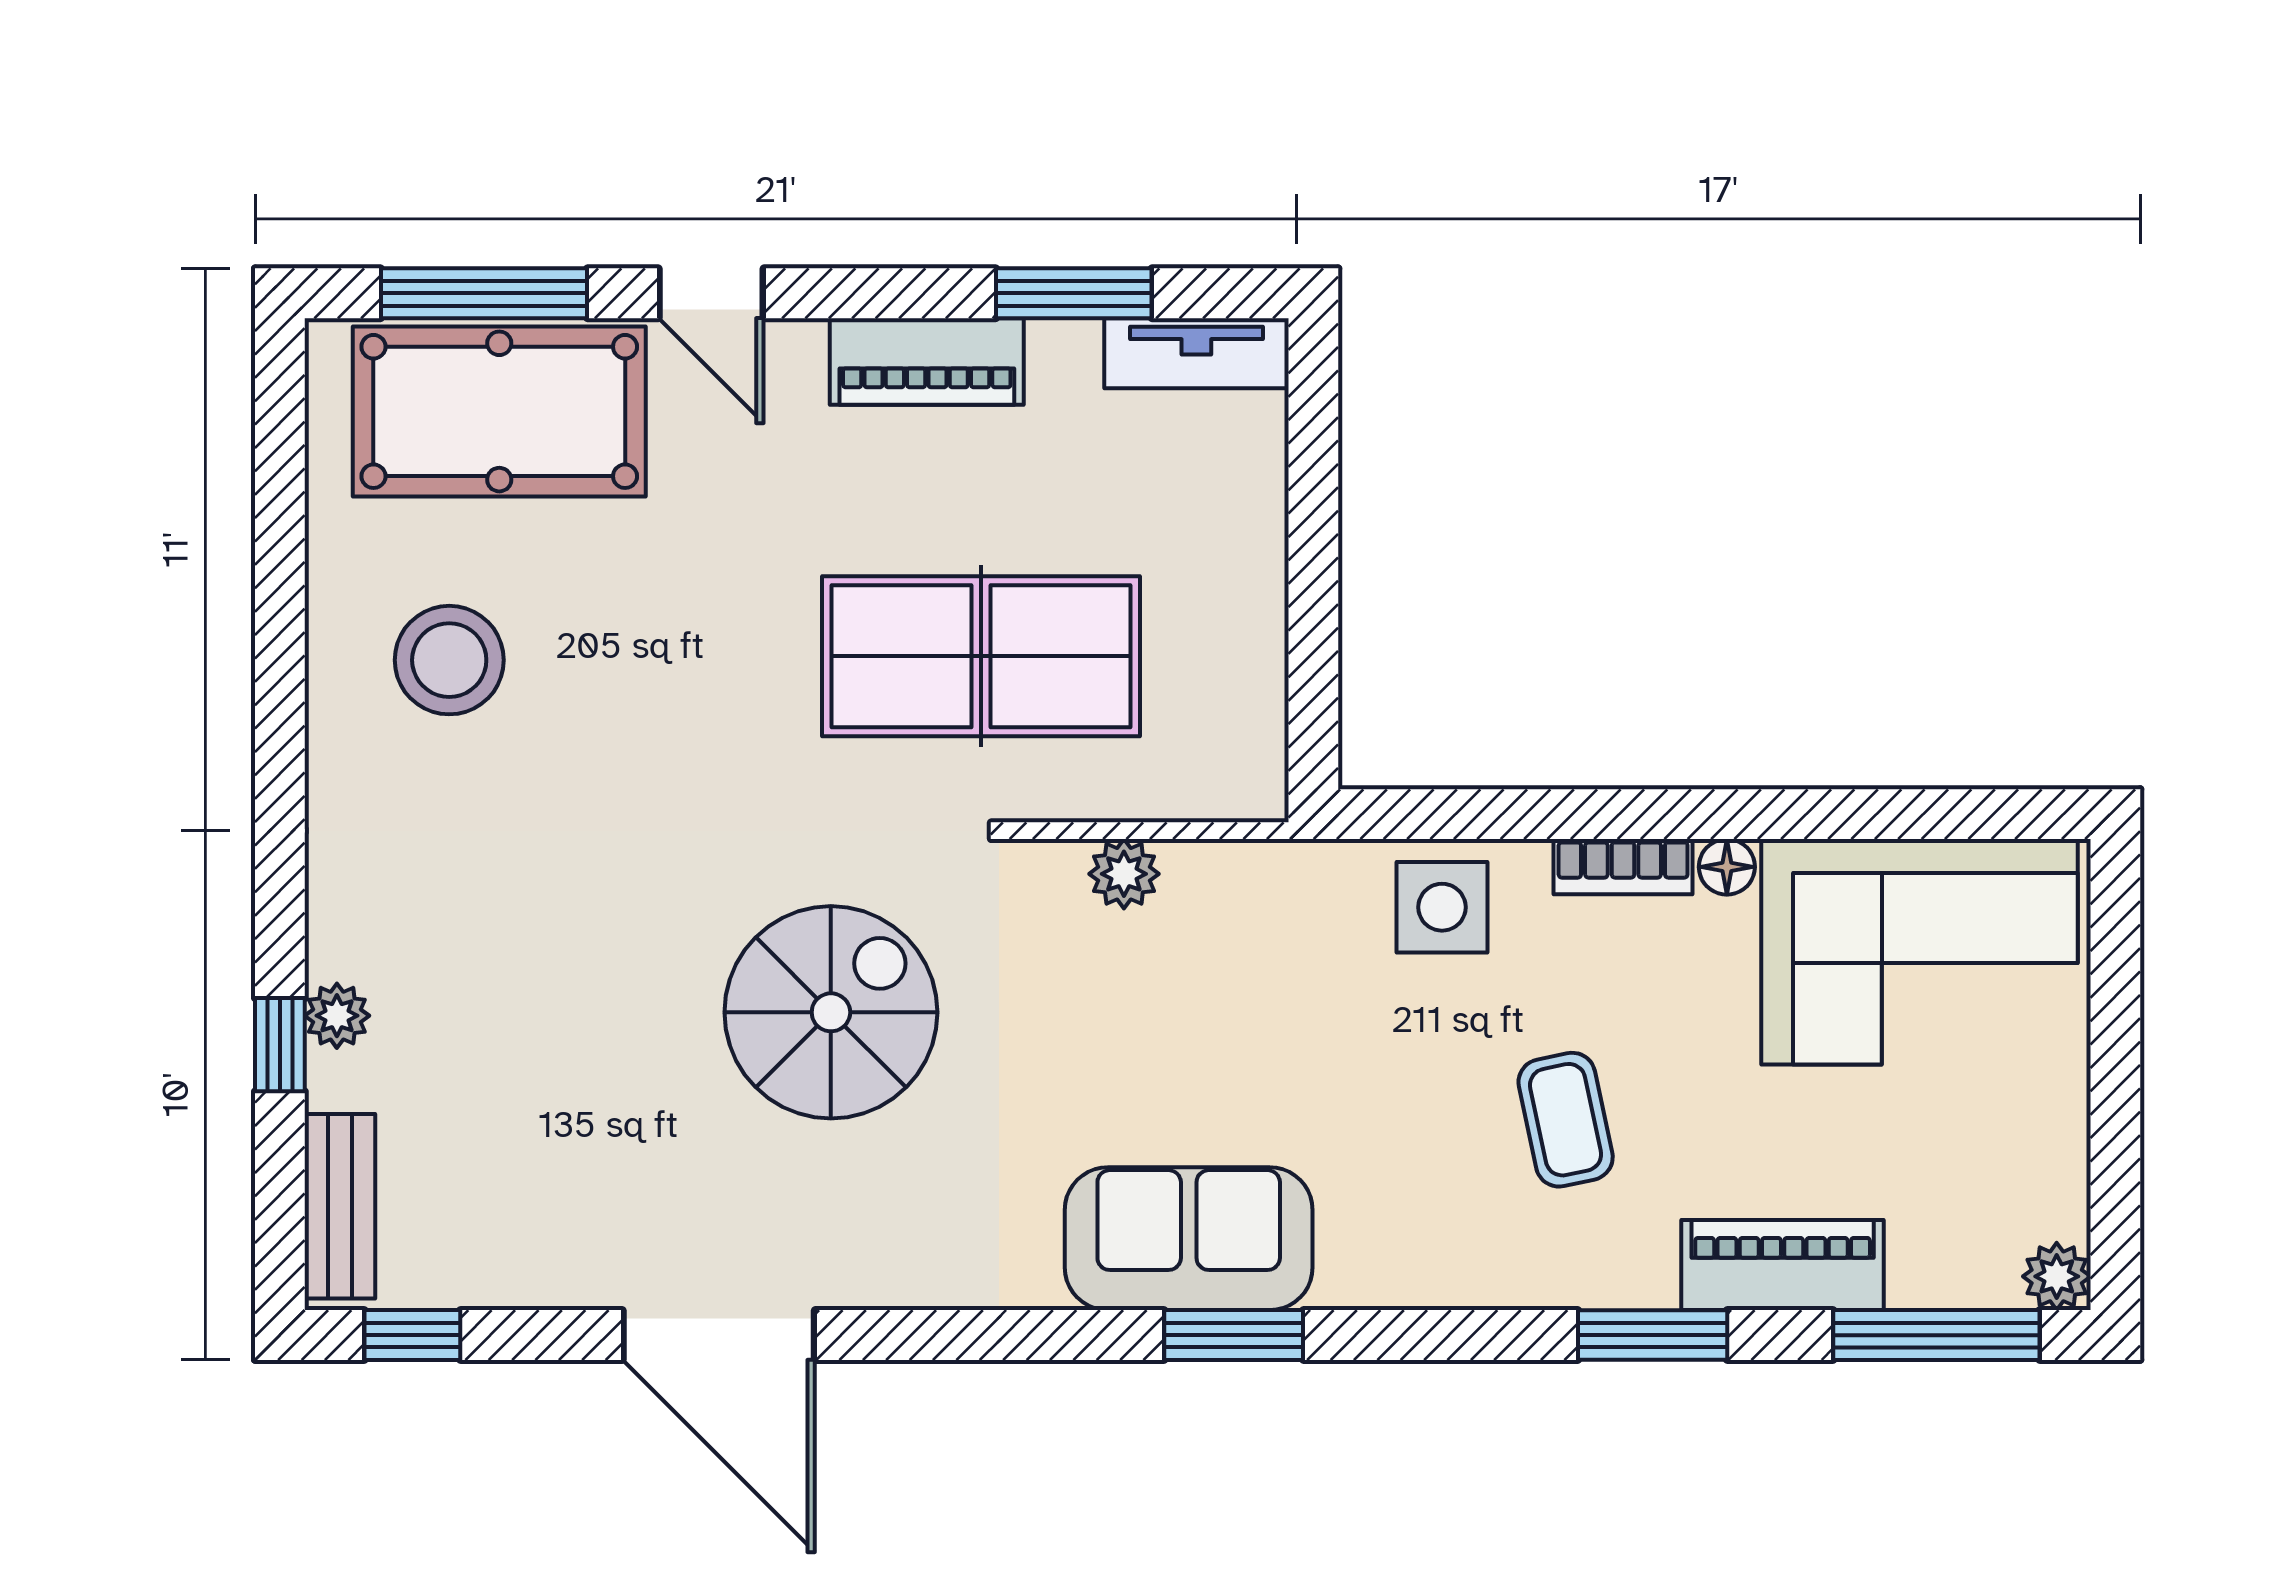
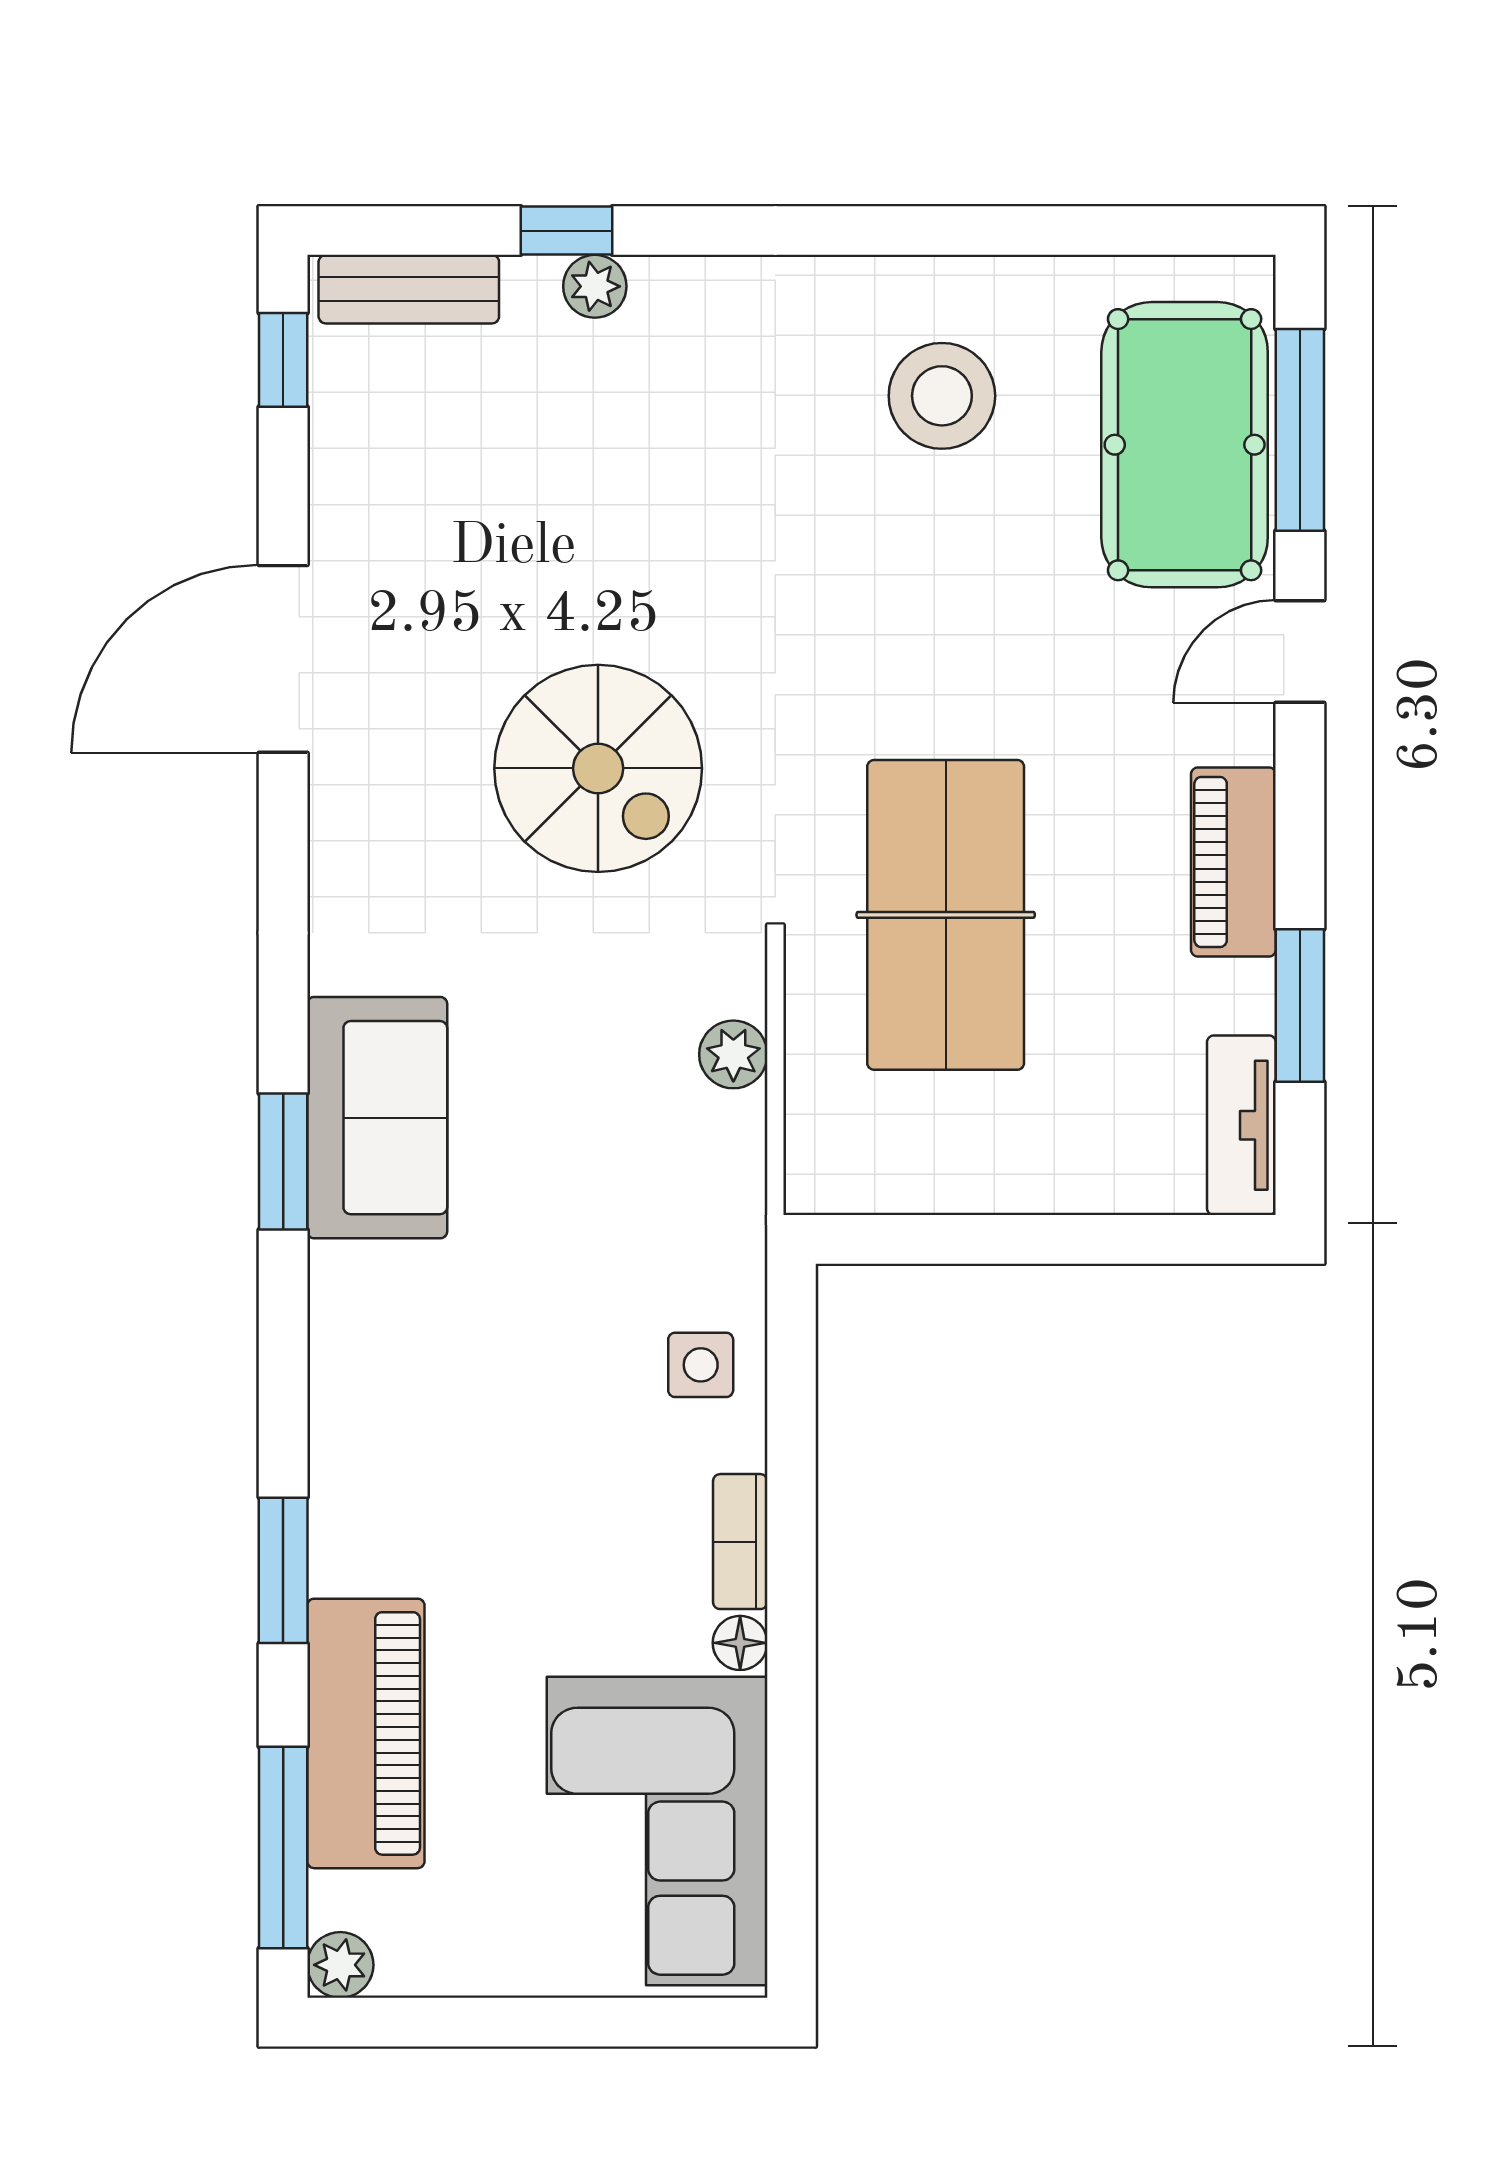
side table: (1442, 907) -> (701, 1365), width x0.73, depth x0.73
coffee table: (1566, 1120) -> (493, 1486), removed
piano: (1783, 1265) -> (366, 1733), width x1.37, depth x1.33

